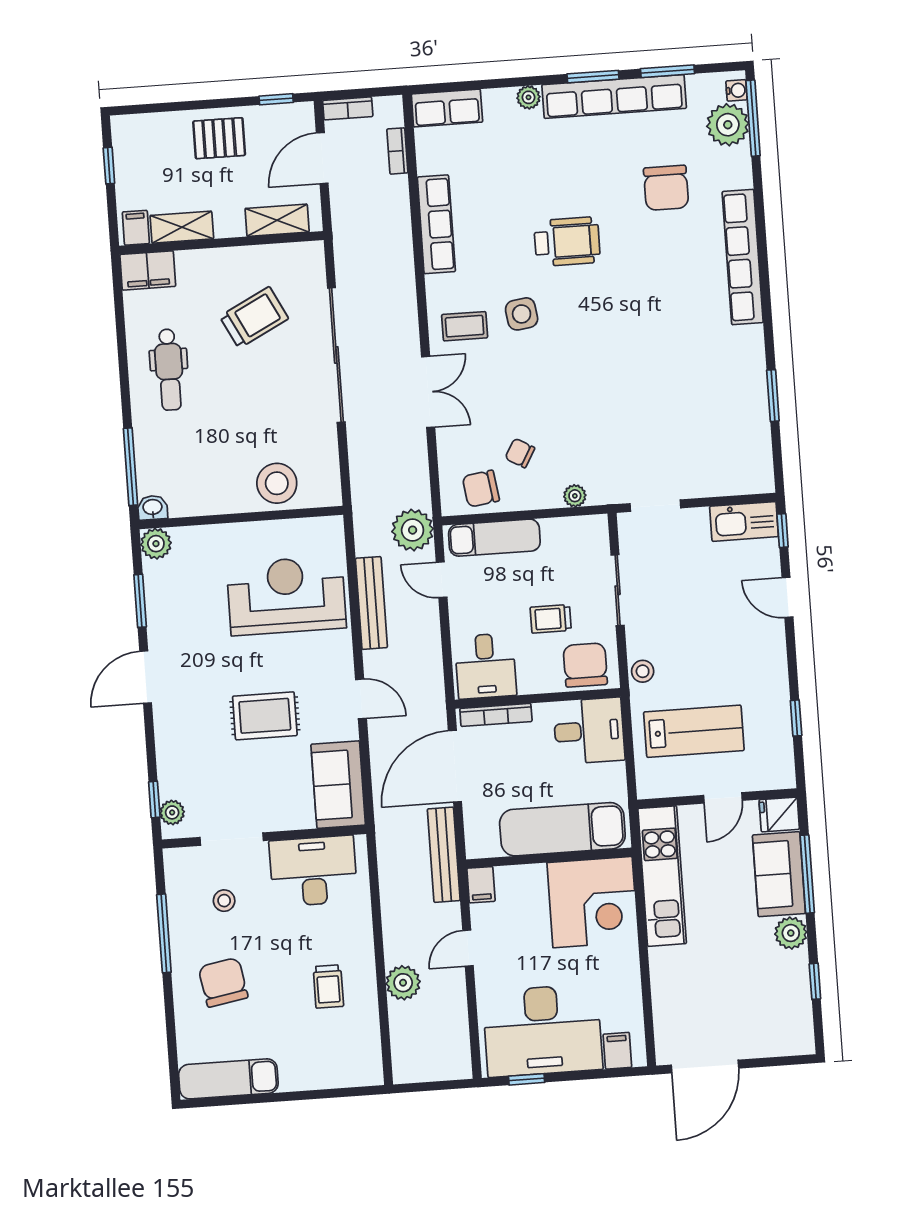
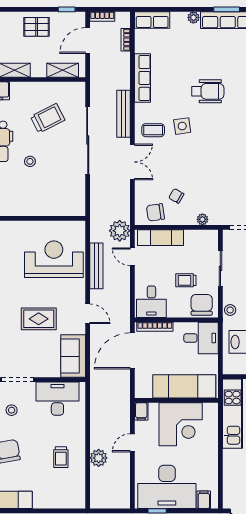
stool: (277, 483) -> (30, 161), moved, width x0.53, depth x0.53
bench: (444, 855) -> (124, 114), moved
corner desk: (593, 902) -> (181, 424), moved

